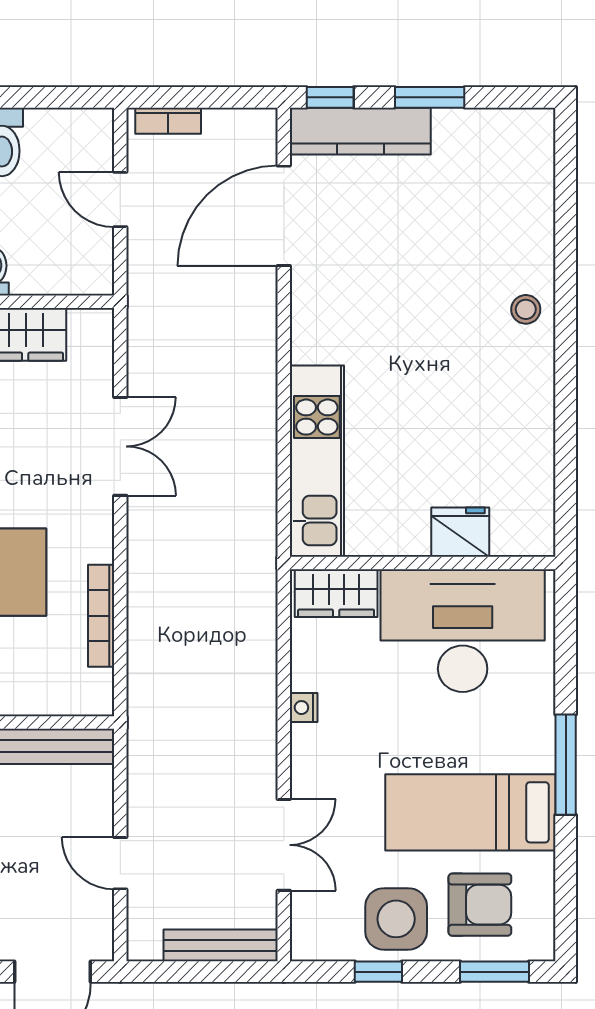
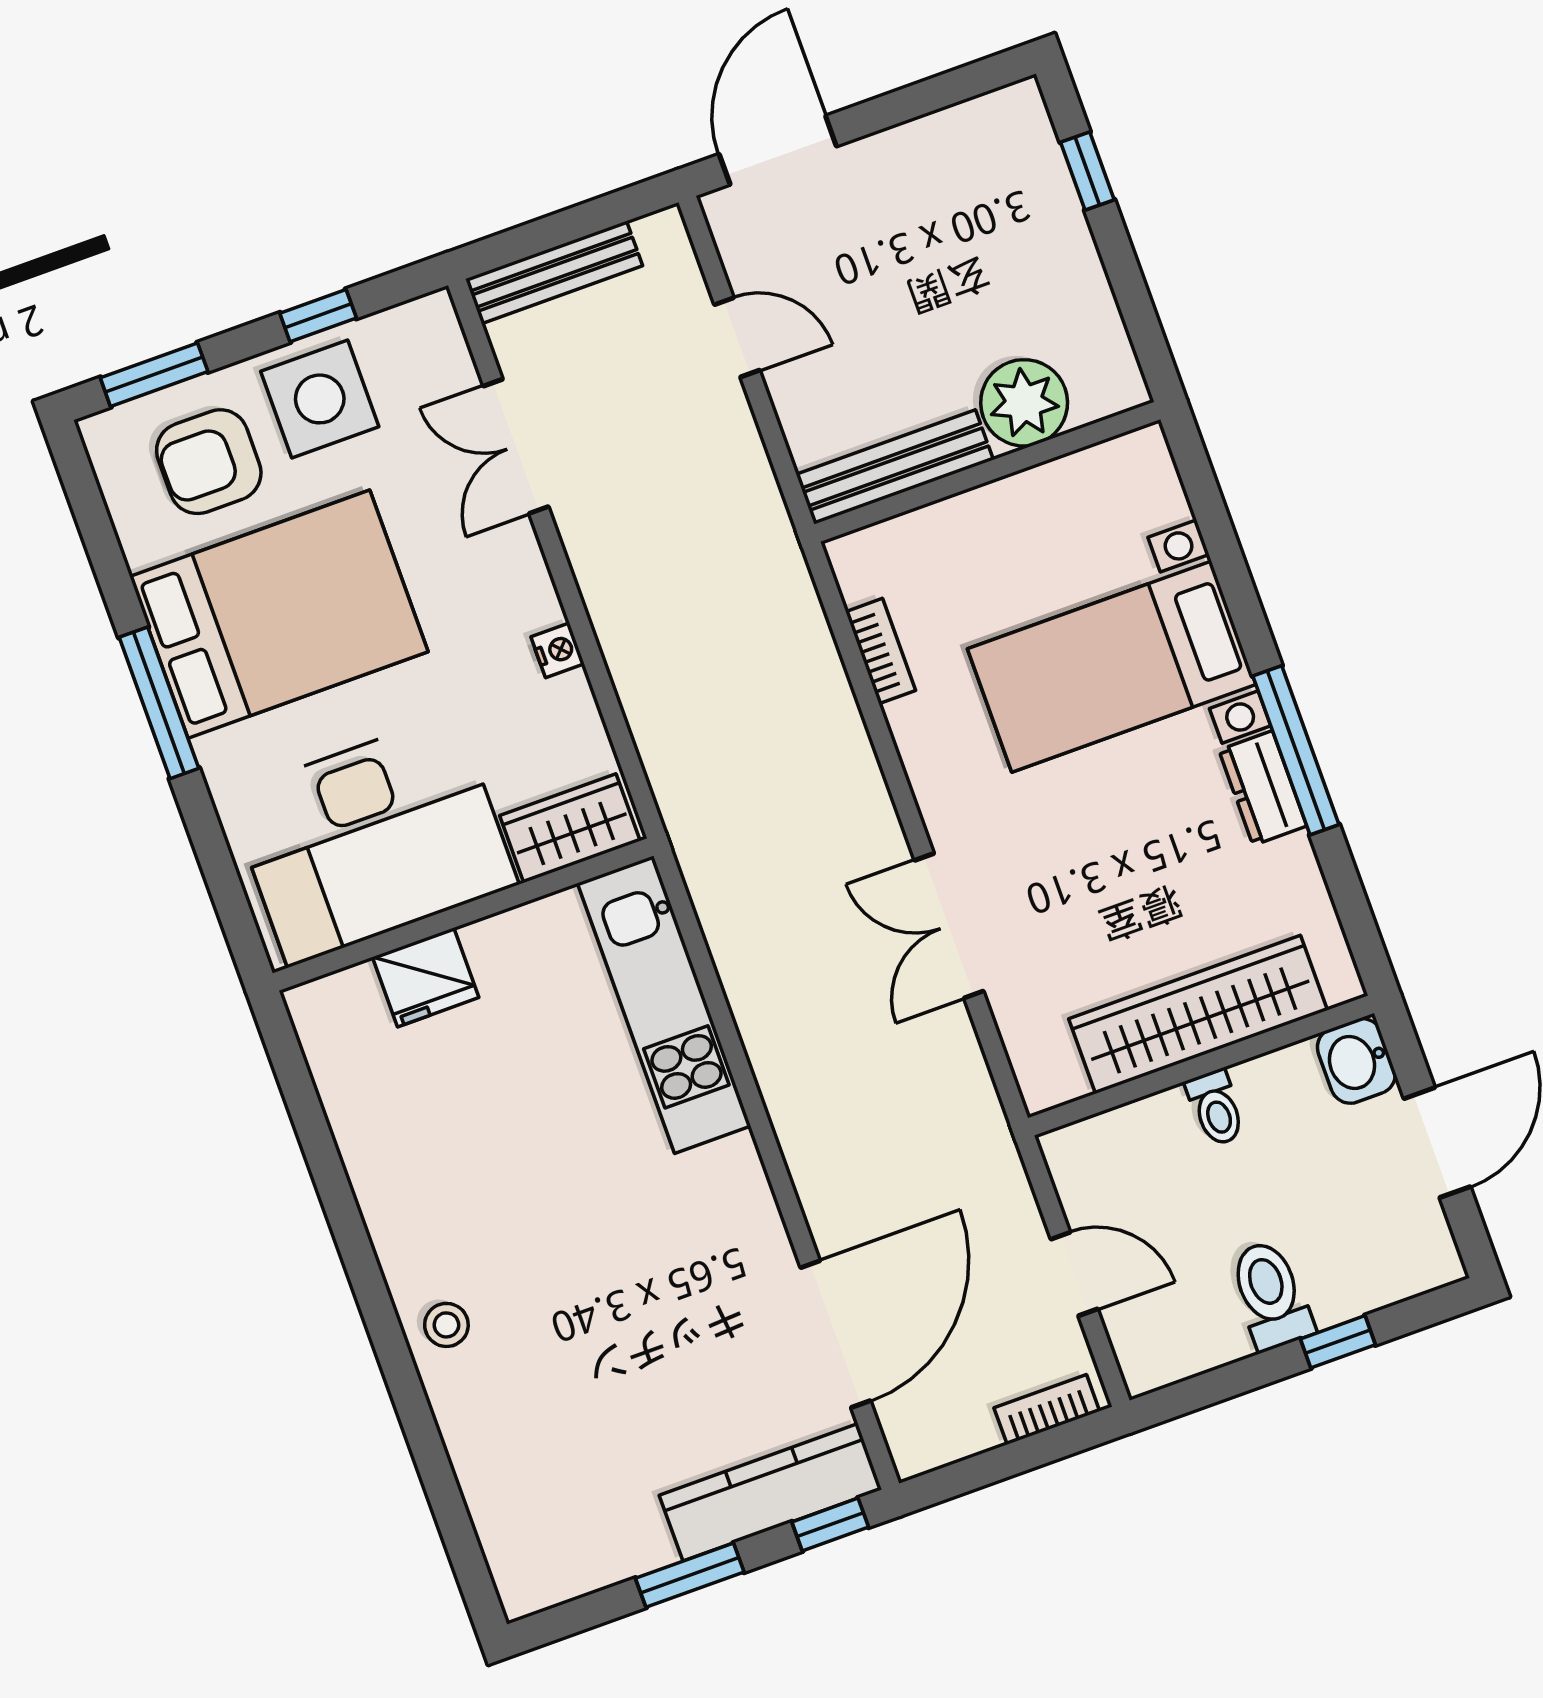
bookcase: (101, 616) -> (881, 651), width x0.64
bed: (470, 812) -> (279, 614), width x1.50

